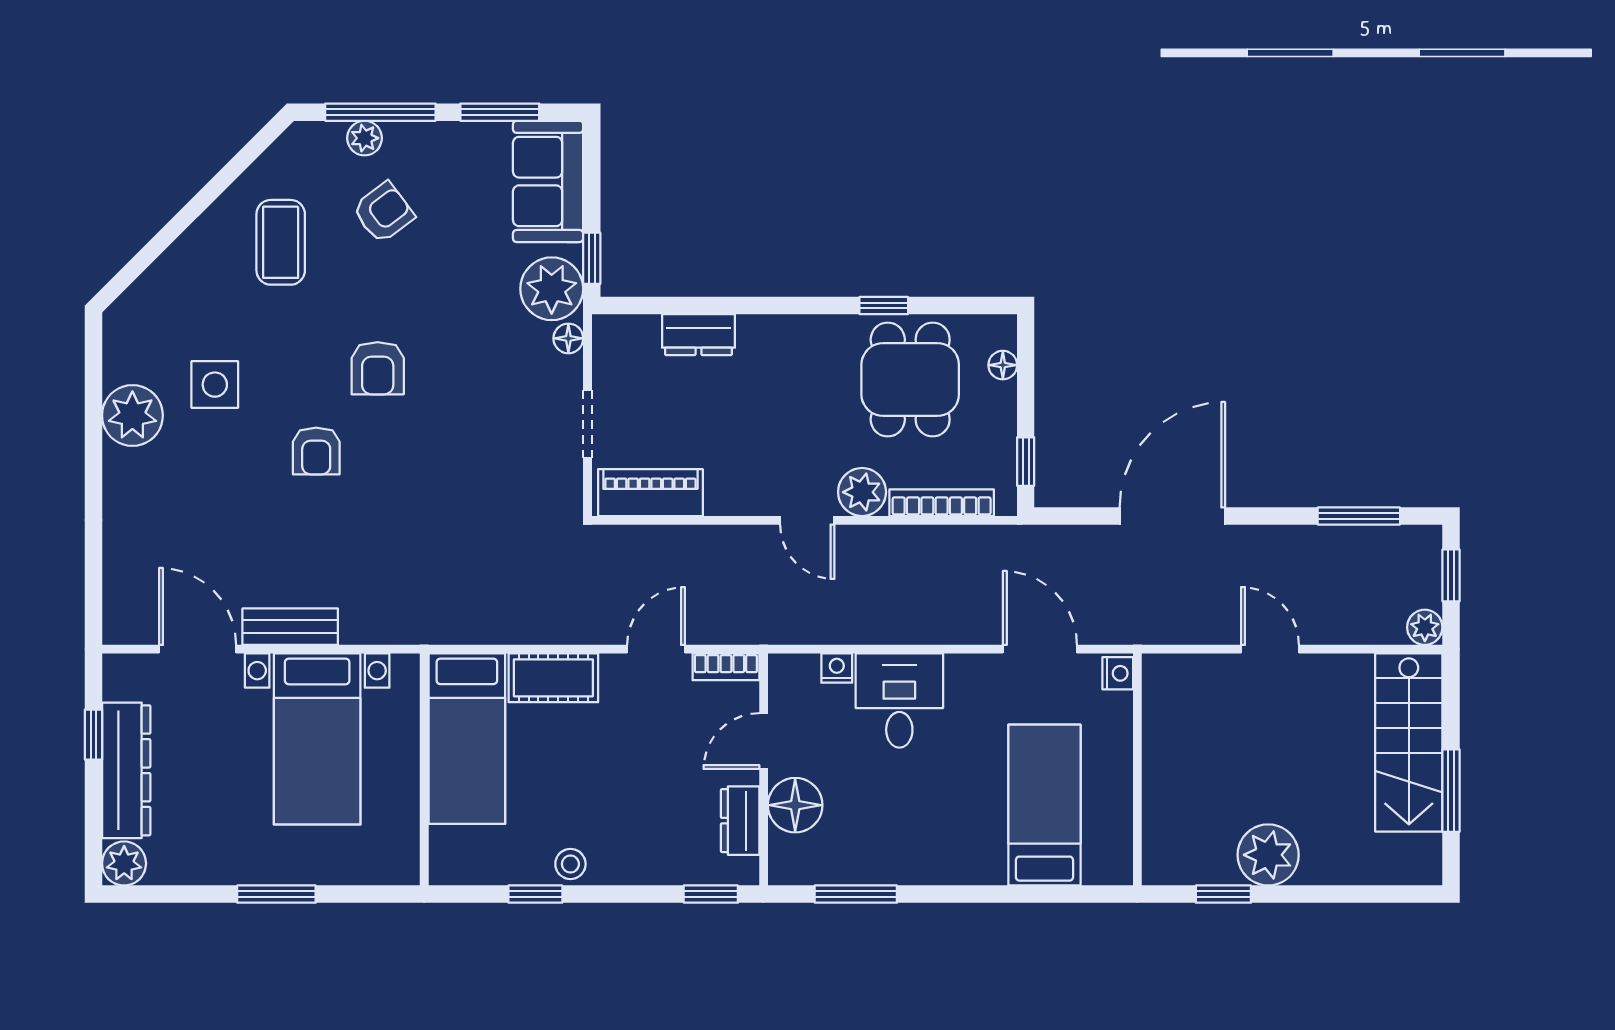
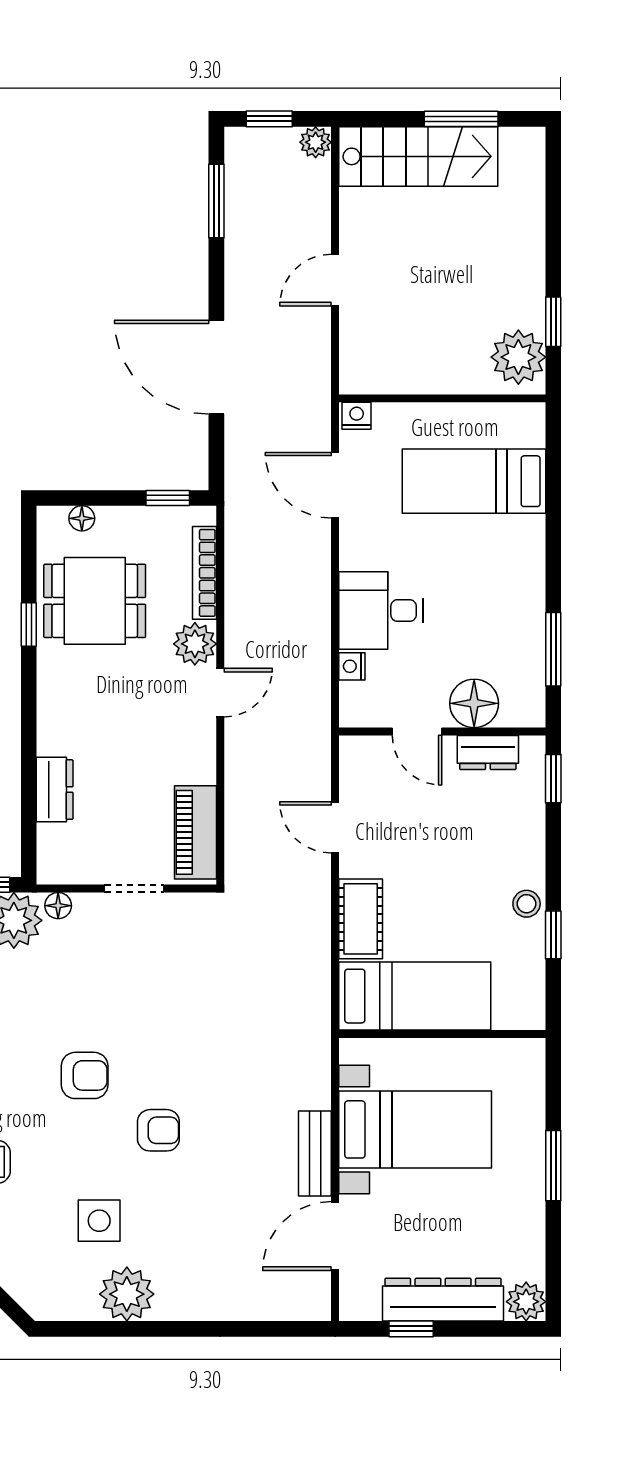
door: (1040, 649) -> (335, 485), hinge flipped
bookcase: (726, 667) -> (351, 765), removed
plant: (1268, 855) -> (518, 357), moved

